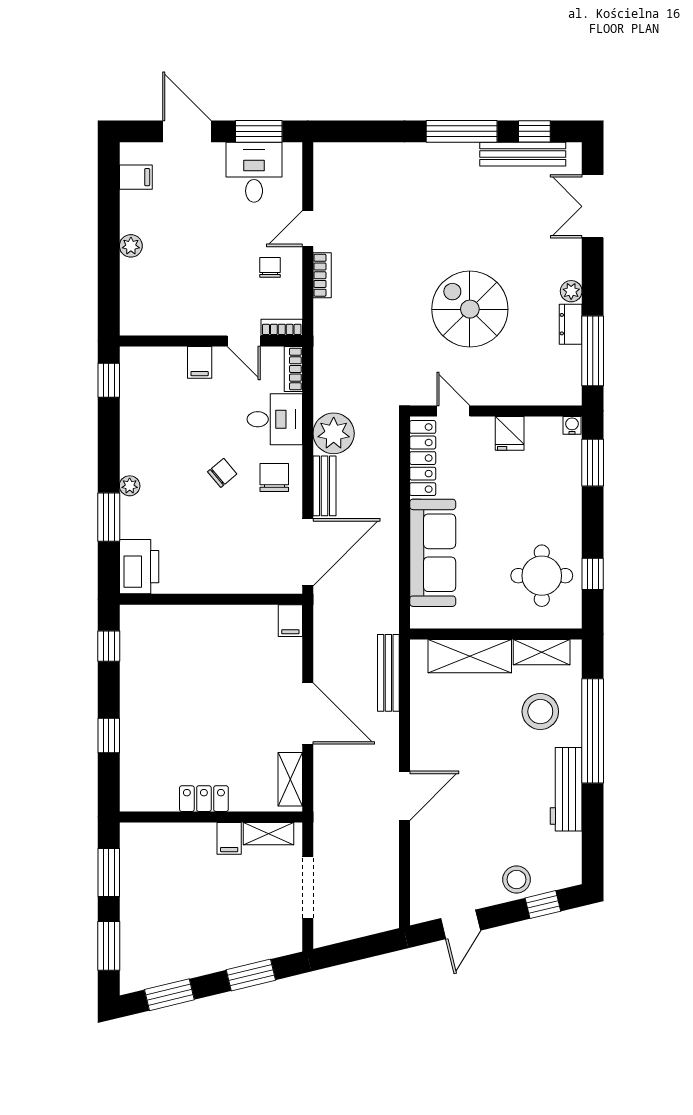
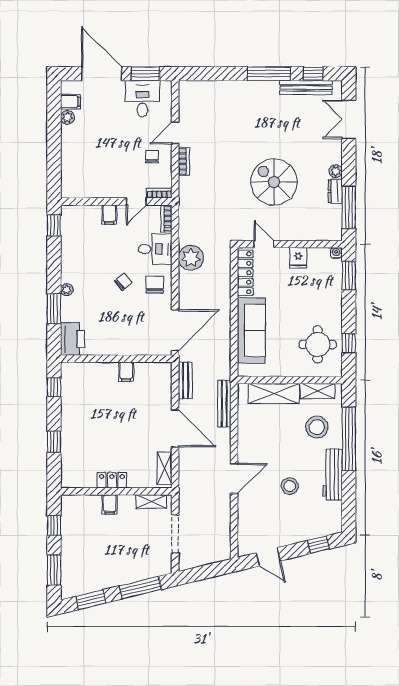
door: (187, 131) -> (102, 74), width x1.36
plant: (131, 246) -> (67, 117), moved
door: (244, 341) -> (136, 201), hinge flipped
bench: (325, 486) -> (185, 381), moved
filing cabinet: (290, 621) -> (126, 372), moved
filing cabinet: (229, 838) -> (110, 504), moved
window: (109, 873) -> (54, 525), width x0.67
stool: (516, 879) -> (290, 486), moved
door: (461, 924) -> (268, 557), hinge flipped
window: (251, 975) -> (140, 588), width x1.44

